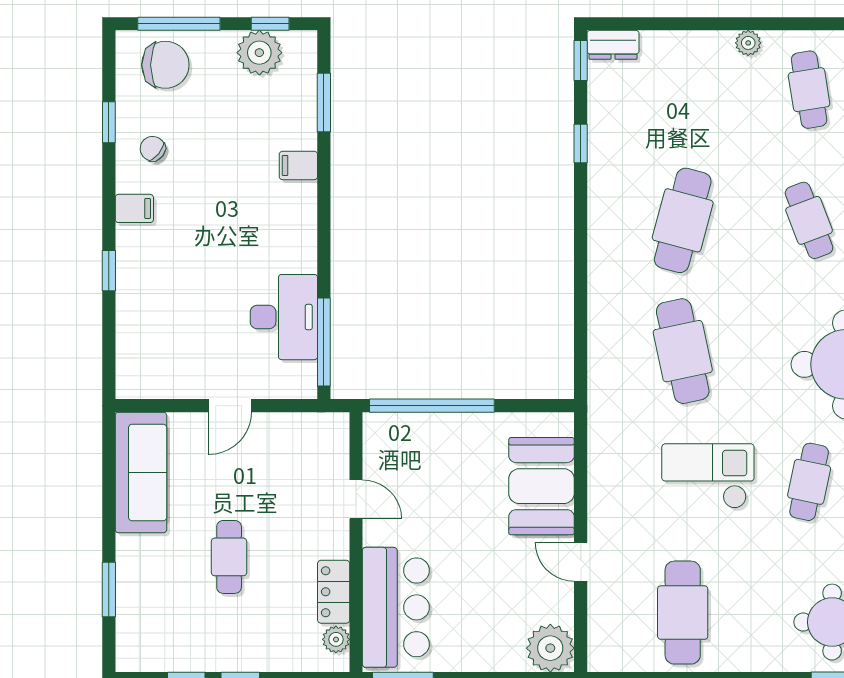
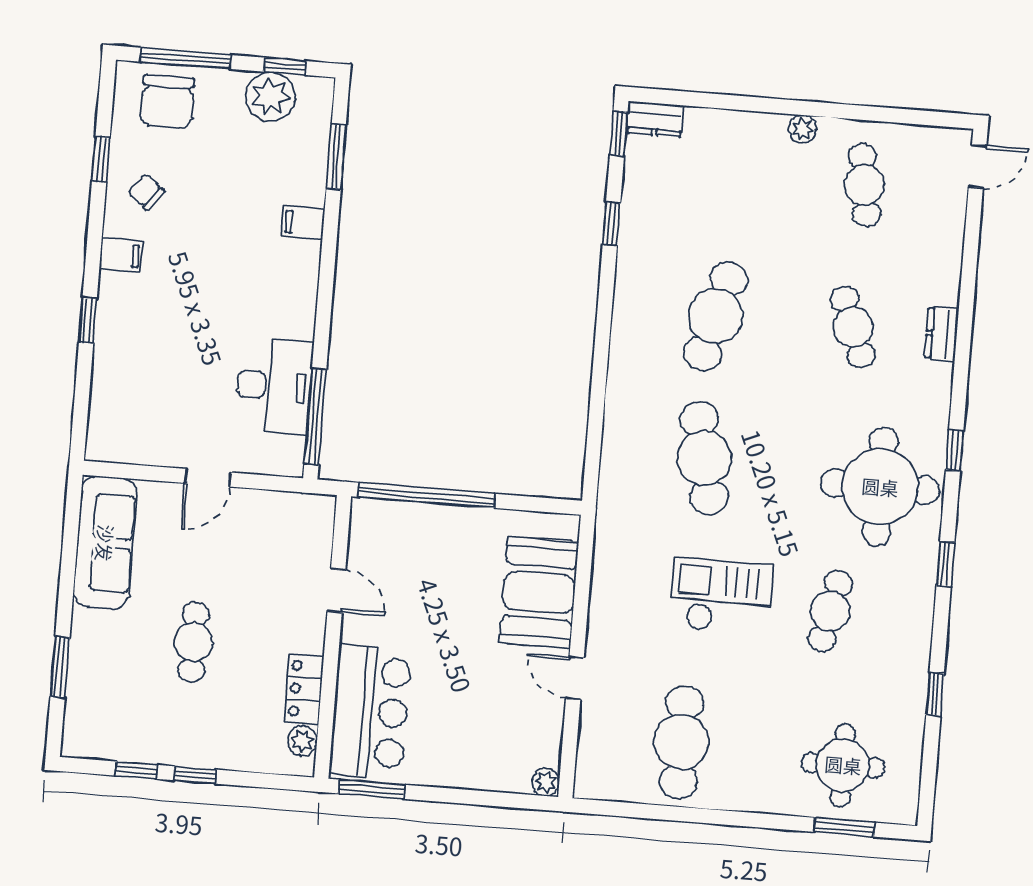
chair: (165, 65) -> (167, 102), turned 90
plant: (550, 648) -> (546, 782), width x0.53, depth x0.53

